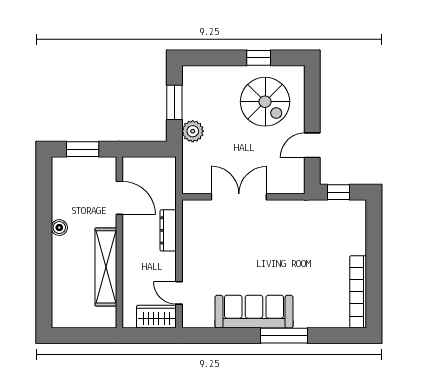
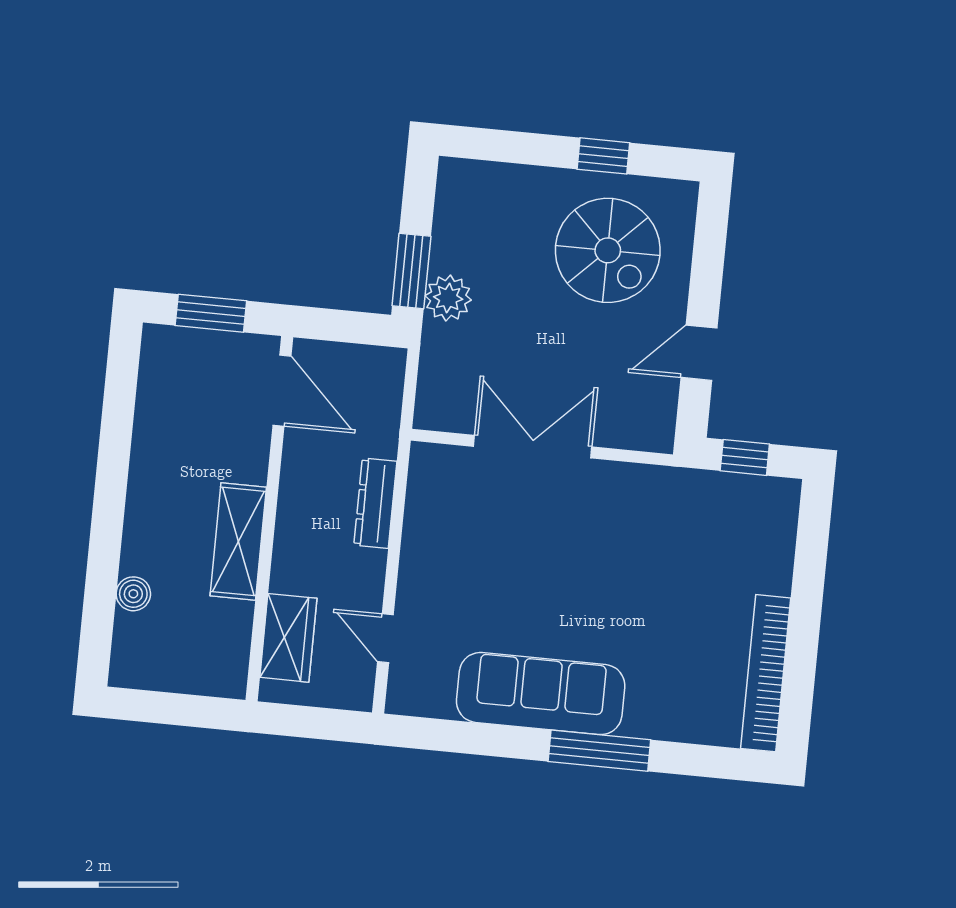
window: (174, 102) -> (411, 271), moved
door: (119, 198) -> (282, 391), moved
boiler: (59, 228) -> (133, 594), moved
shelving: (106, 267) -> (238, 541), width x0.68
wardrobe: (156, 317) -> (288, 638), moved, turned 90

